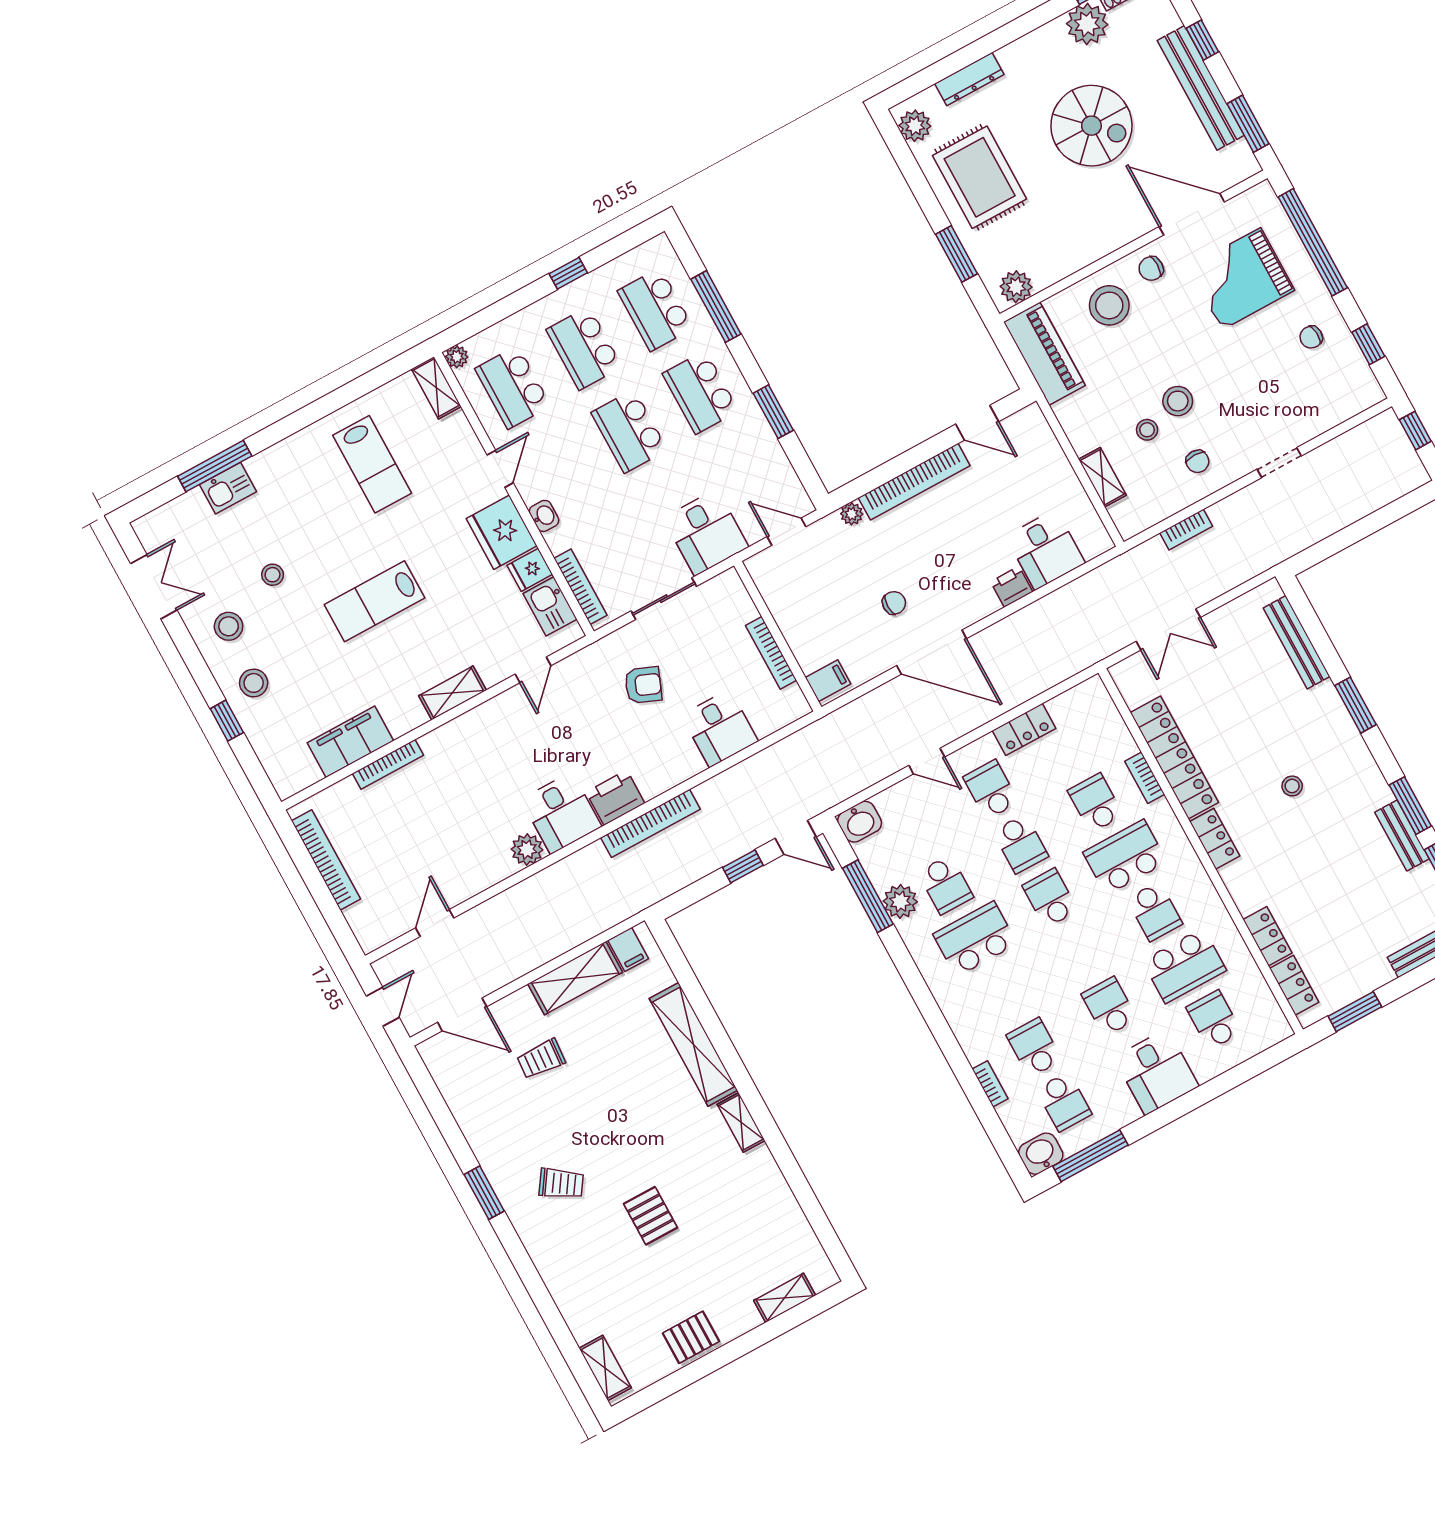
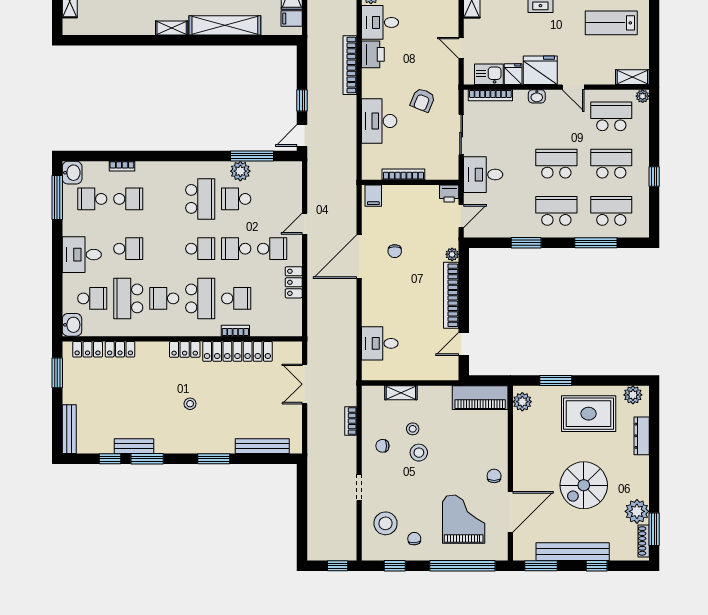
stool: (1109, 305) -> (386, 523), moved
printer: (1012, 587) -> (449, 193), moved, turned 90
desk: (720, 728) -> (379, 121), width x1.37
washbasin: (860, 822) -> (72, 325), moved, turned 180

